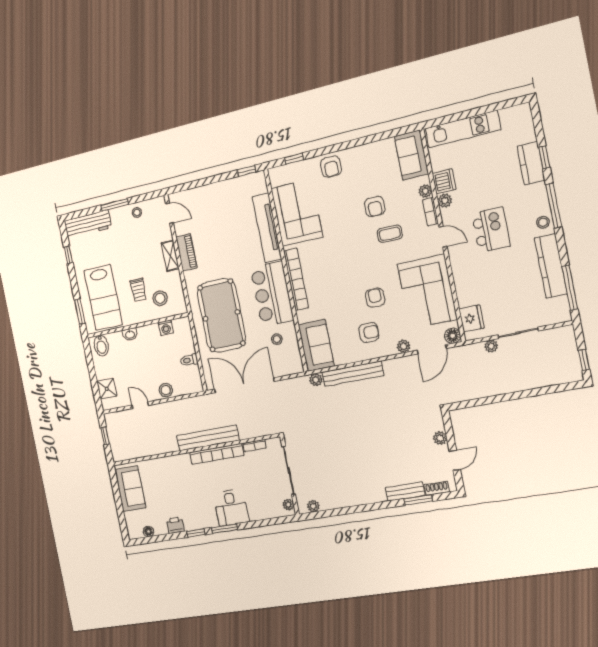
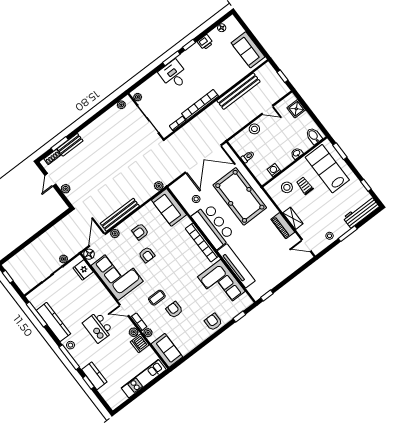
bench: (353, 374) -> (120, 215), moved
bench: (208, 438) -> (238, 91), moved

